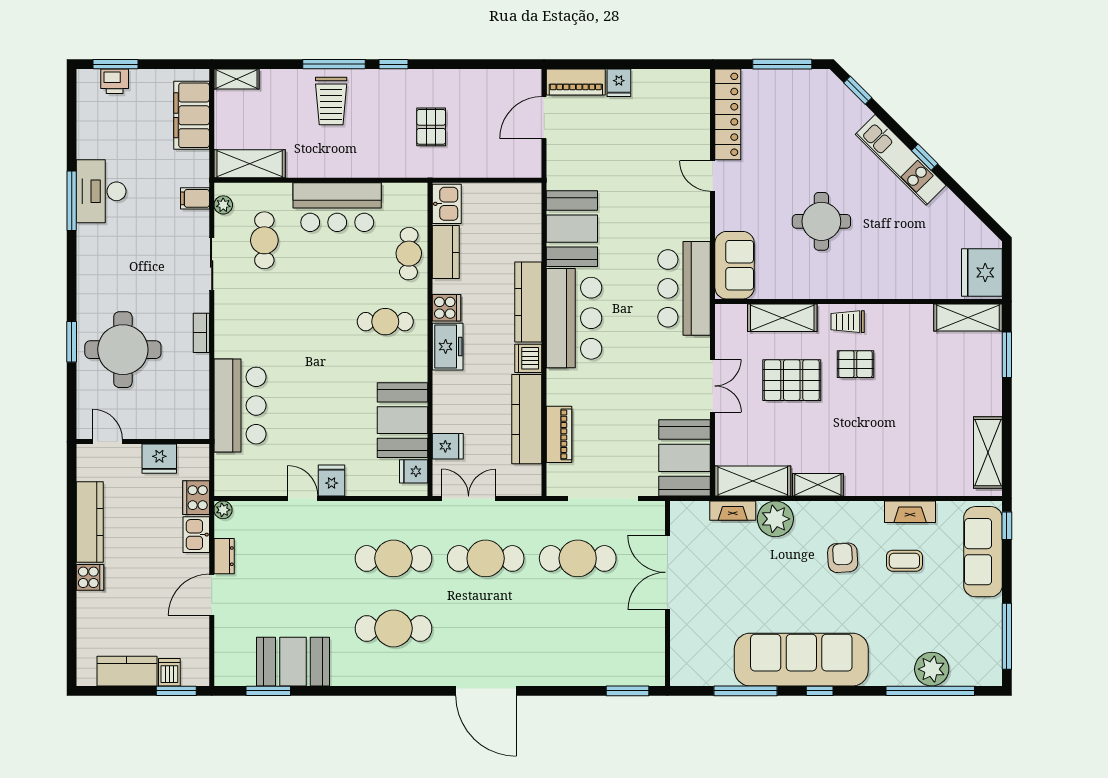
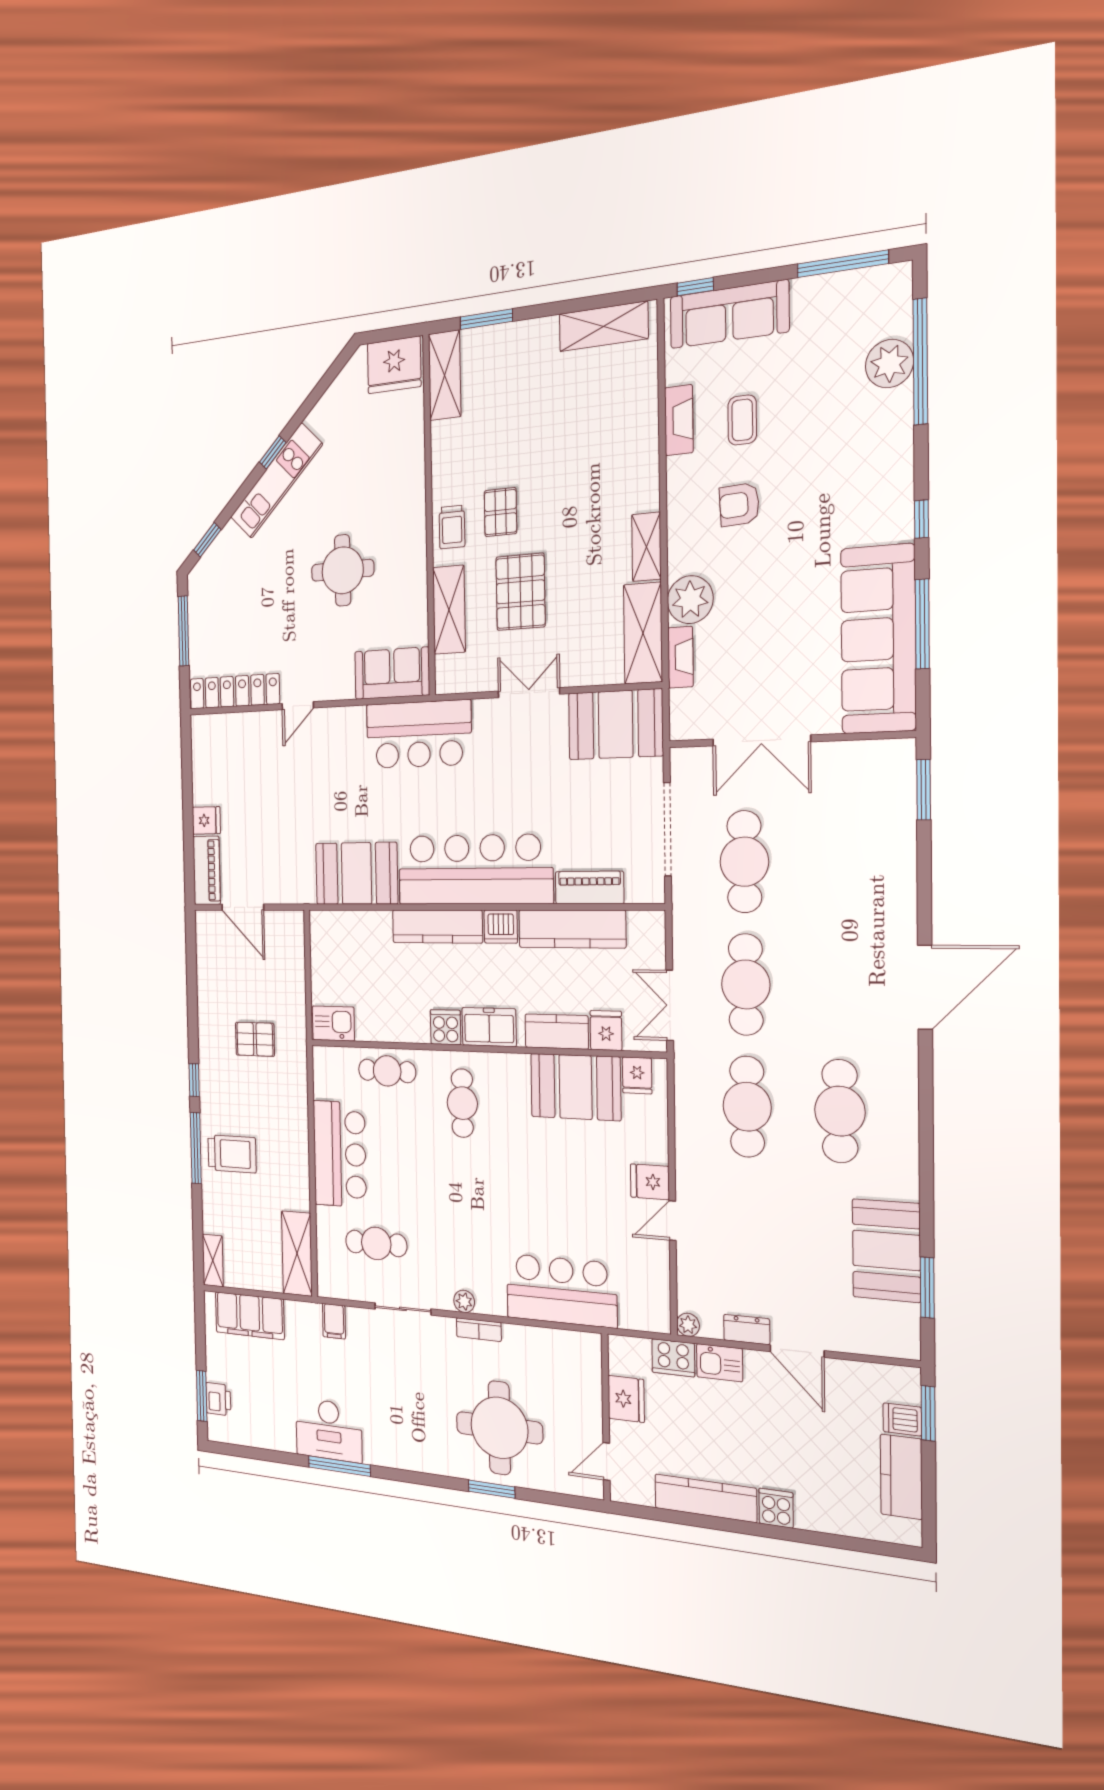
plant: (223, 205) -> (464, 1301), moved
kitchen counter: (446, 252) -> (557, 1032), moved
bar counter: (574, 318) -> (475, 870), width x1.36
sofa: (801, 660) -> (878, 639), moved

